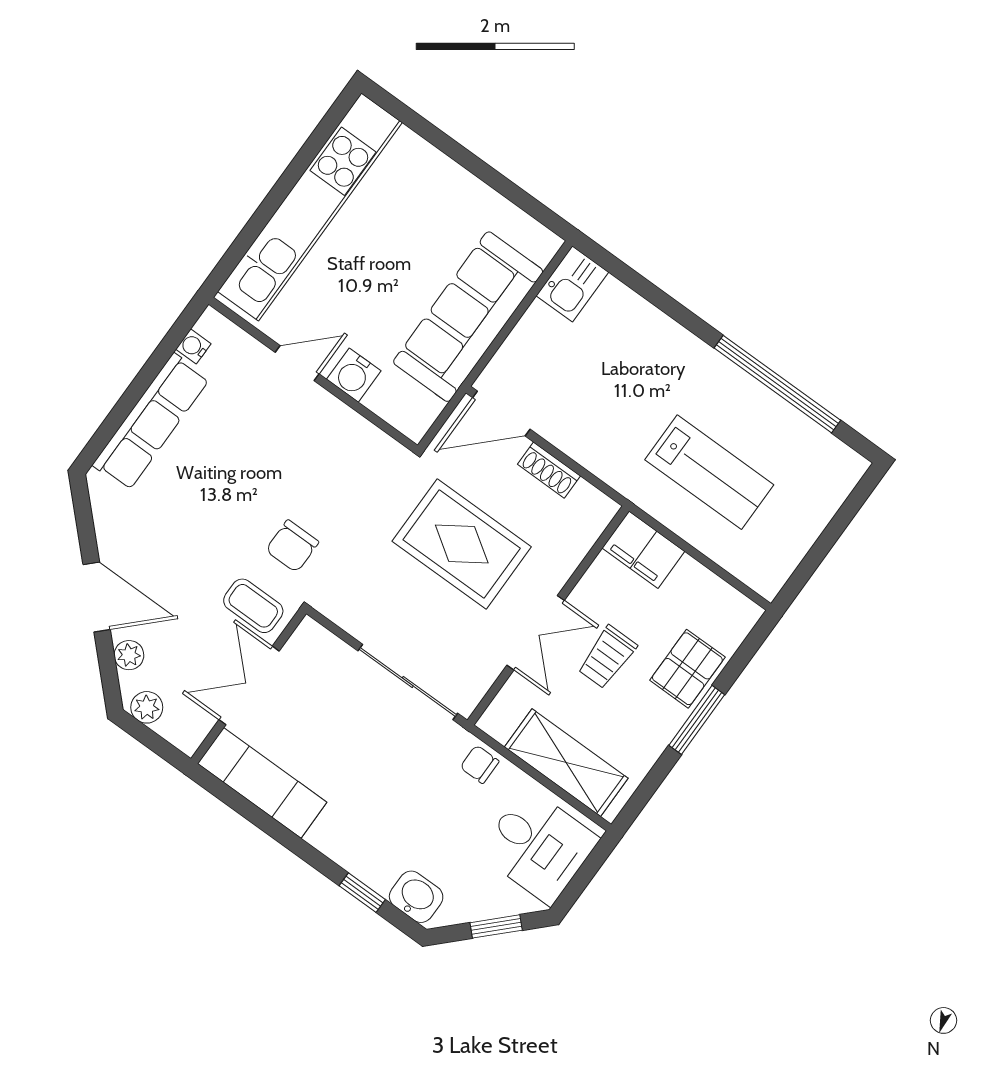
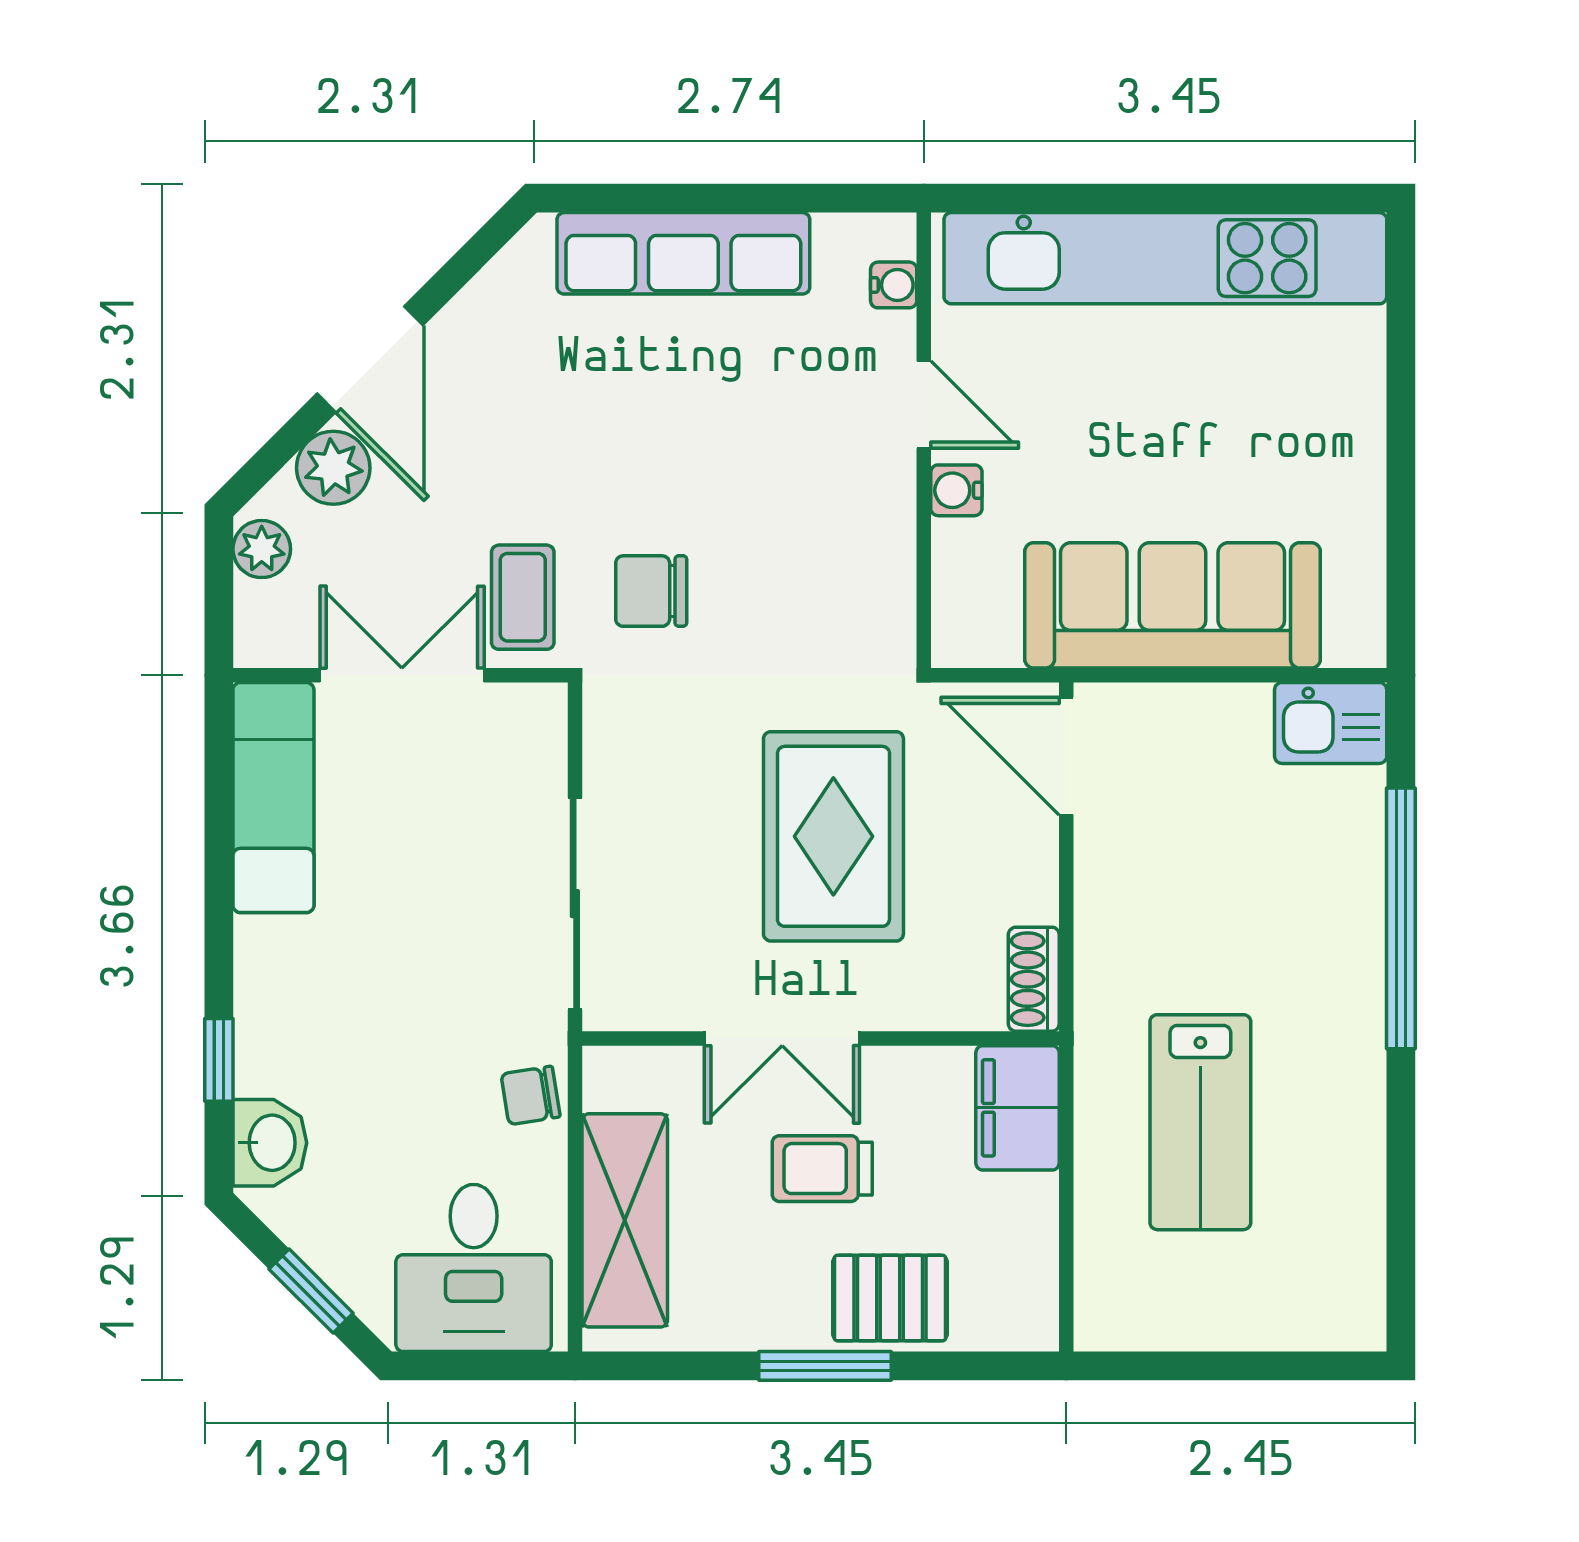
water cooler: (193, 346) -> (894, 285), moved, turned 90
water cooler: (354, 375) -> (956, 490), width x0.72, depth x0.72
window: (777, 384) -> (1401, 918), moved
shoe rack: (549, 470) -> (1034, 979), moved
plant: (129, 655) -> (333, 468), width x1.38, depth x1.38
chair: (480, 764) -> (531, 1095), turned -99

